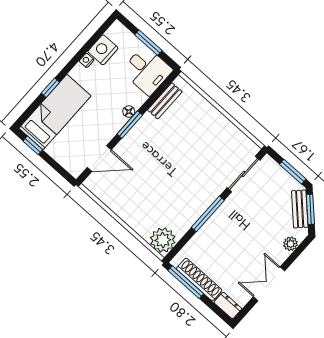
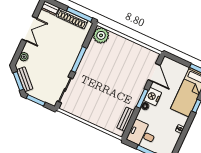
nightstand: (103, 50) -> (153, 97), moved, turned 180
door: (99, 158) -> (154, 73), swing flipped

